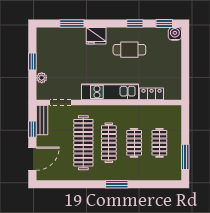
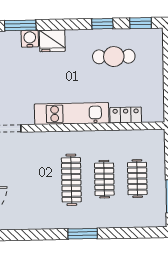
water cooler: (175, 34) -> (30, 39), moved
cafe table: (129, 50) -> (114, 57), moved
clothes rail: (83, 143) -> (38, 180), removed

